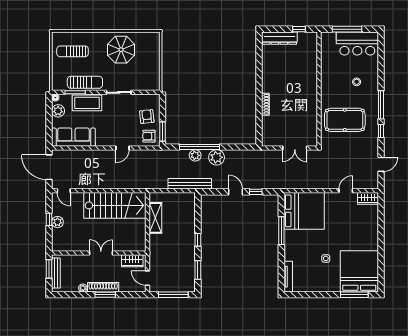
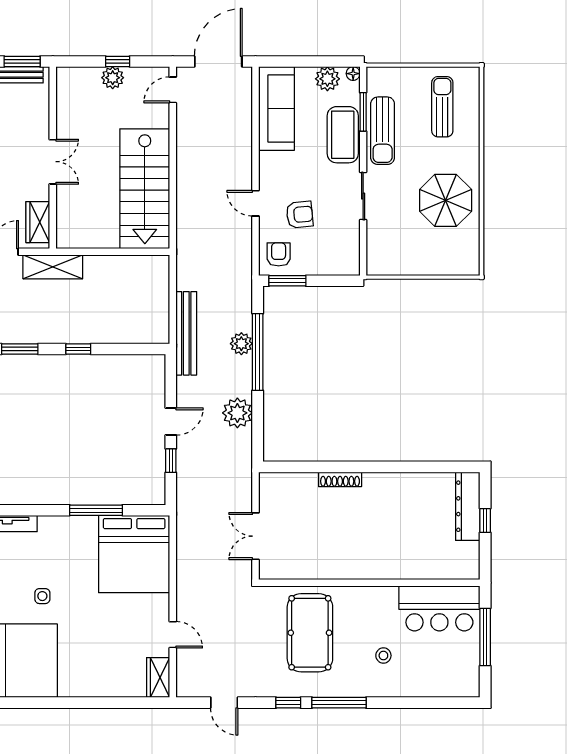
window: (299, 29) -> (485, 521), moved
bar counter: (357, 44) -> (439, 608), moved, turned -90
armchair: (147, 117) -> (300, 215), moved
plant: (217, 157) -> (237, 413), moved
shelving: (155, 218) -> (53, 267), moved

